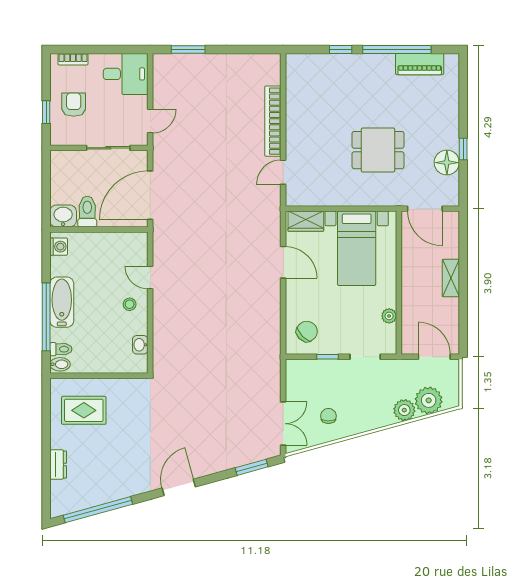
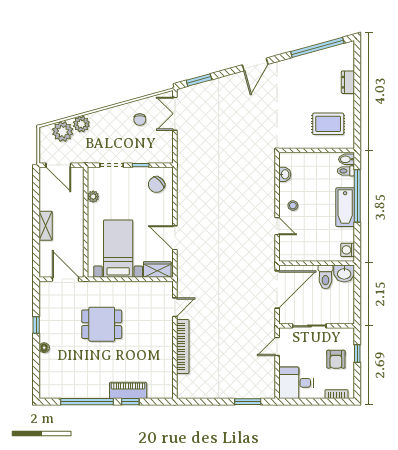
piano: (420, 64) -> (128, 390), moved
floor lamp: (447, 163) -> (44, 348), moved, width x0.53, depth x0.53

